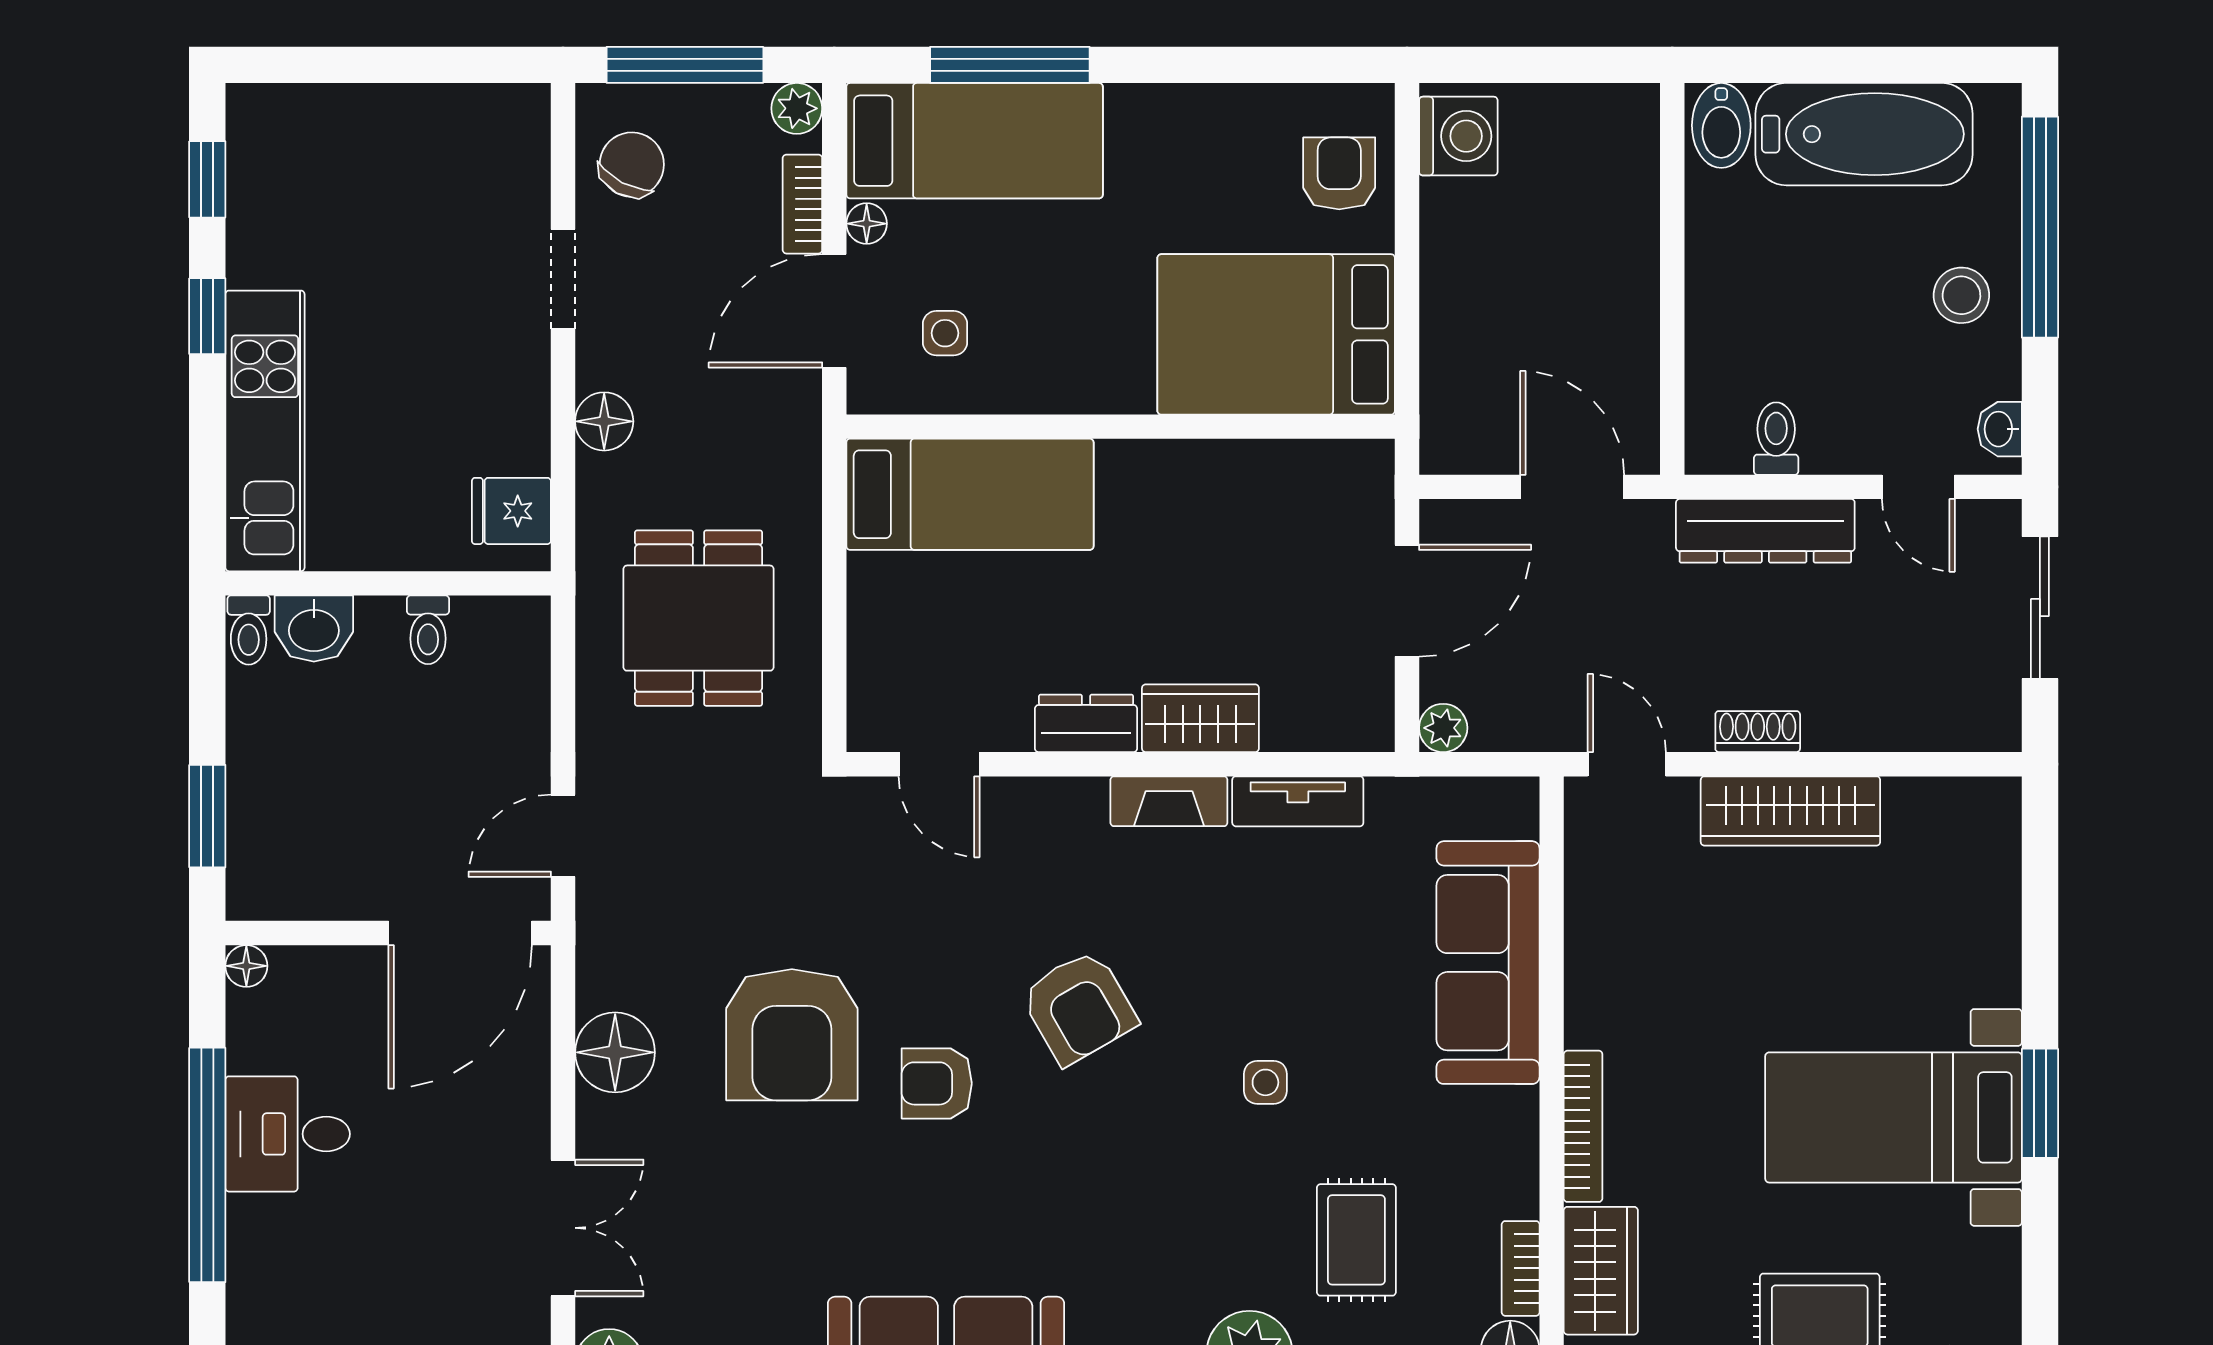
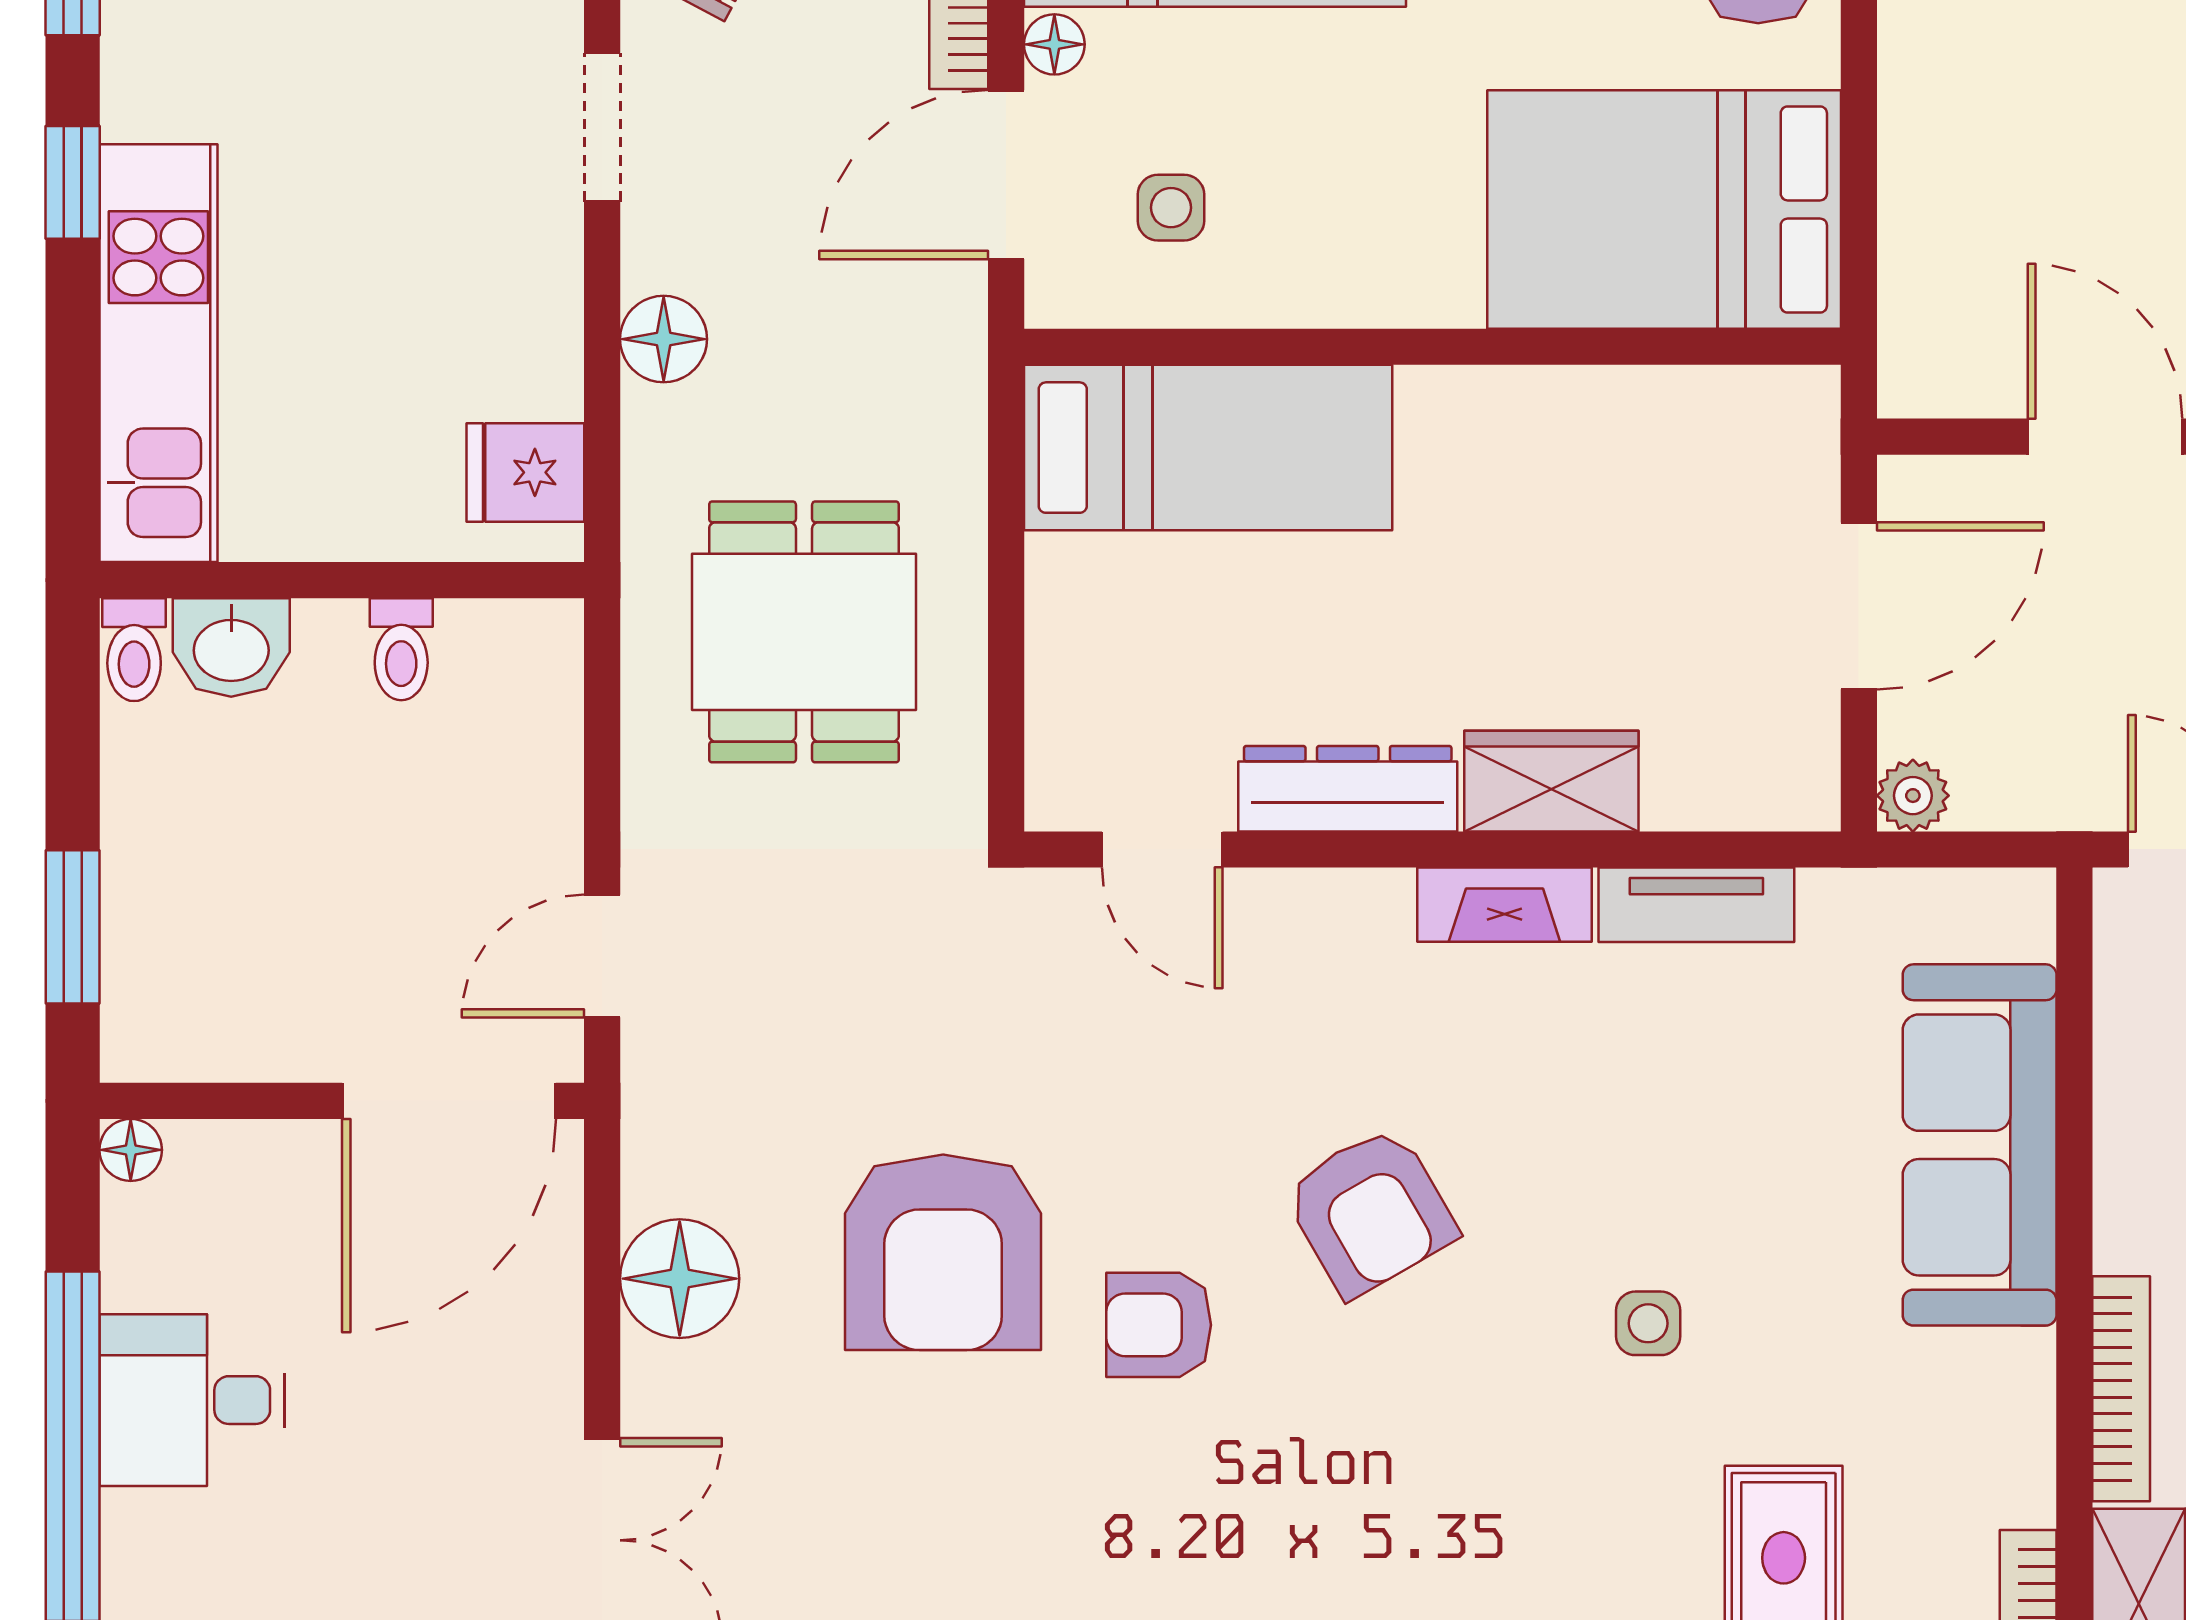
dresser: (1086, 723) -> (1348, 789), width x1.44

